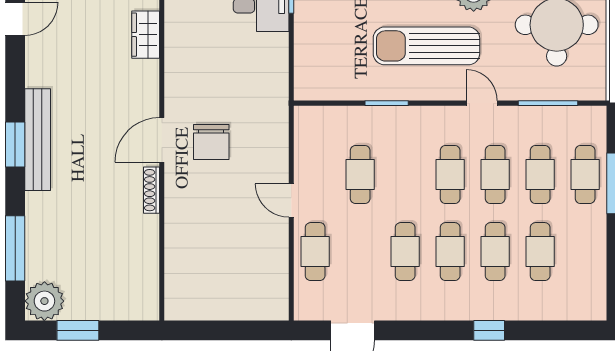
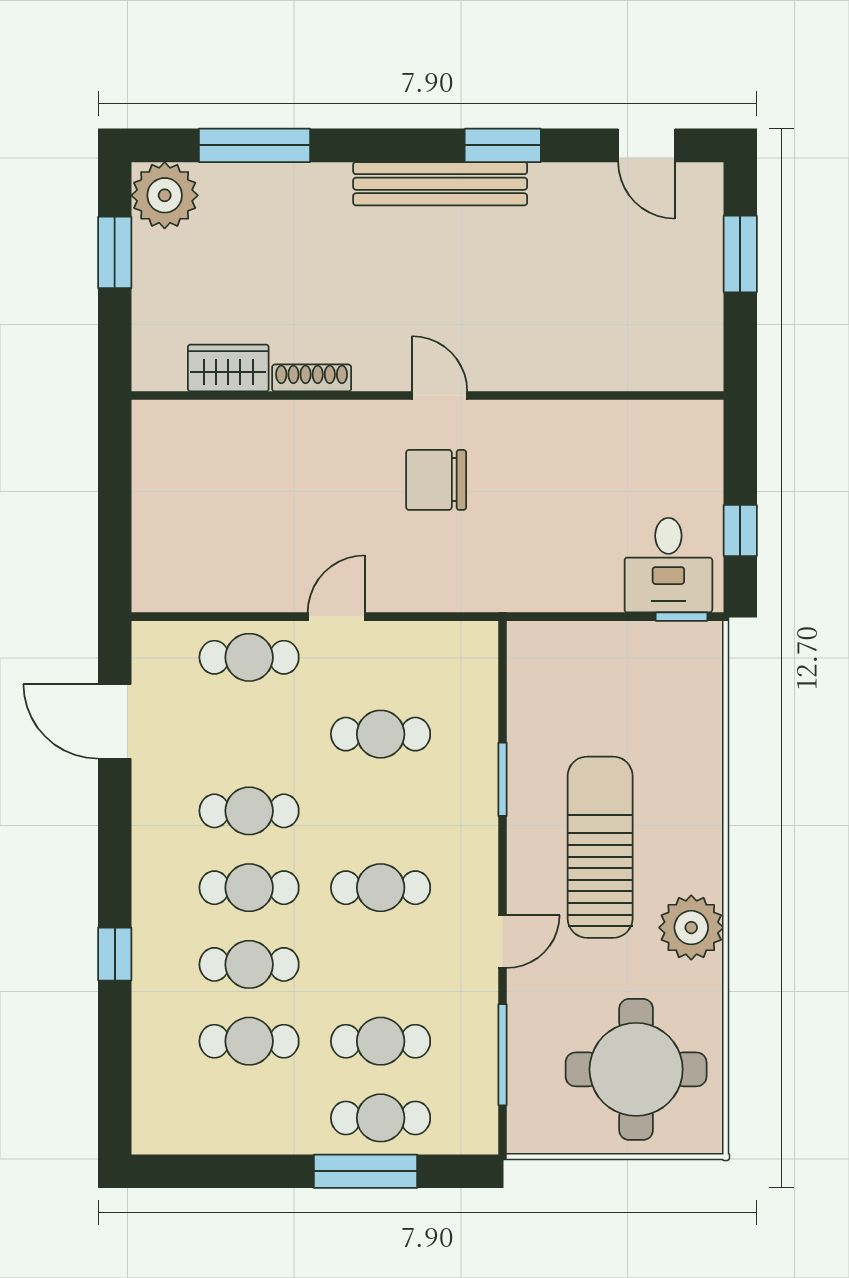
wardrobe: (146, 35) -> (228, 368), moved
door: (162, 140) -> (440, 396), width x0.73
window: (15, 144) -> (503, 145), moved
cafe table: (495, 175) -> (381, 964), removed
shoe rack: (151, 190) -> (312, 378), moved

